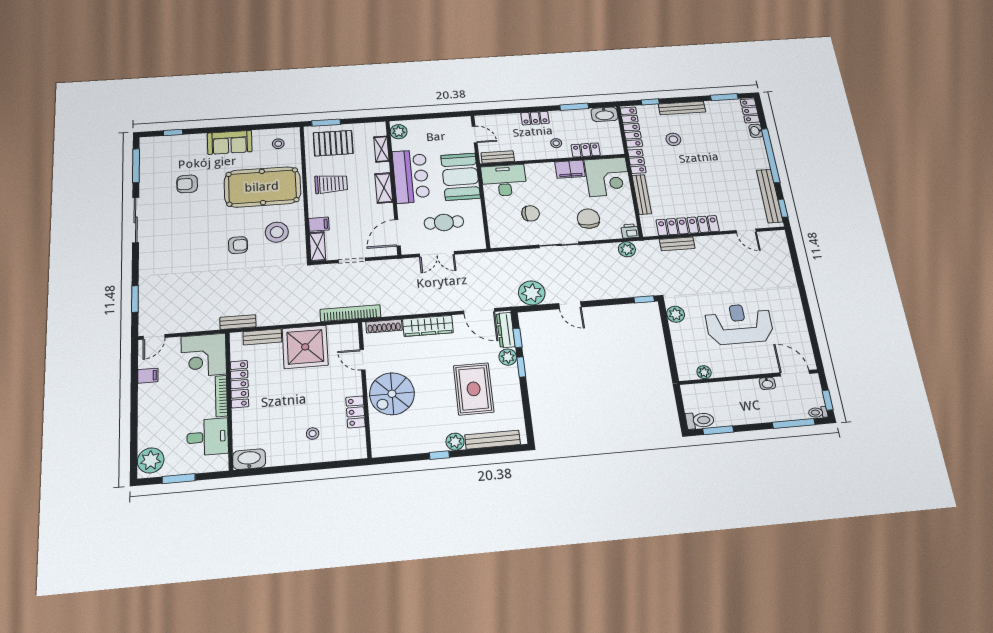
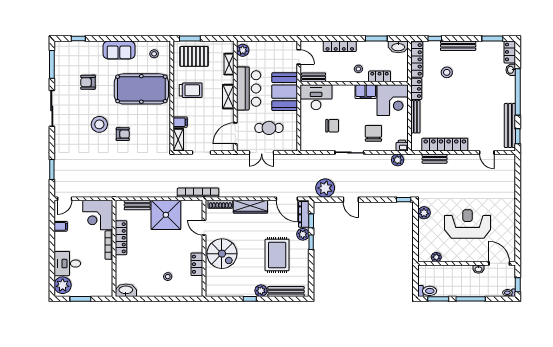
locker: (535, 118) -> (340, 46), width x1.53
stool: (277, 232) -> (99, 124), moved
bench: (238, 322) -> (121, 193), removed
spiral stairs: (392, 394) -> (222, 254), turned -90
window: (794, 423) -> (471, 299), moved
desk: (208, 437) -> (67, 264), moved, turned 180

